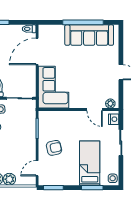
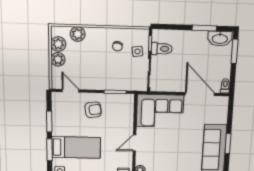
window: (83, 22) -> (228, 144), width x0.47
door: (95, 110) -> (134, 143), moved
armchair: (54, 148) -> (93, 110), turned -85
window: (53, 188) -> (49, 122), moved

